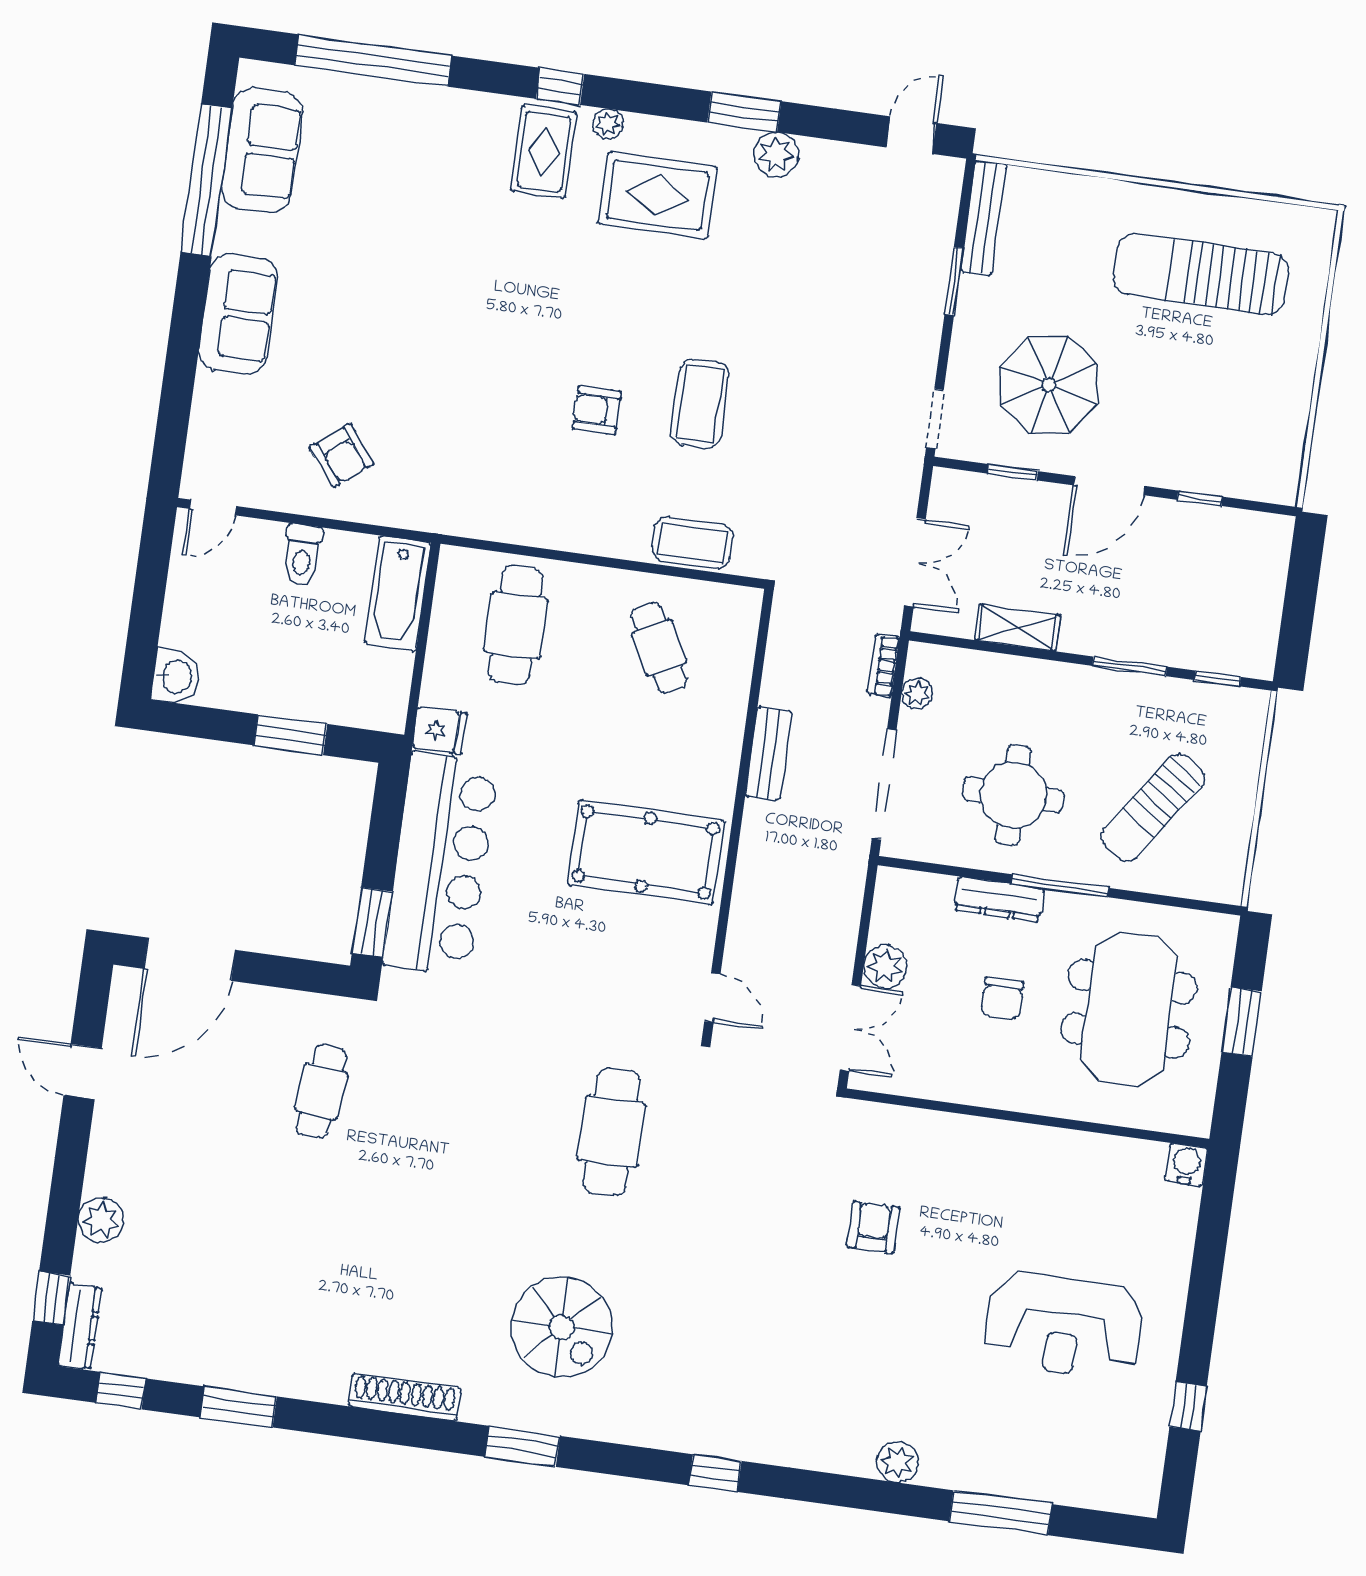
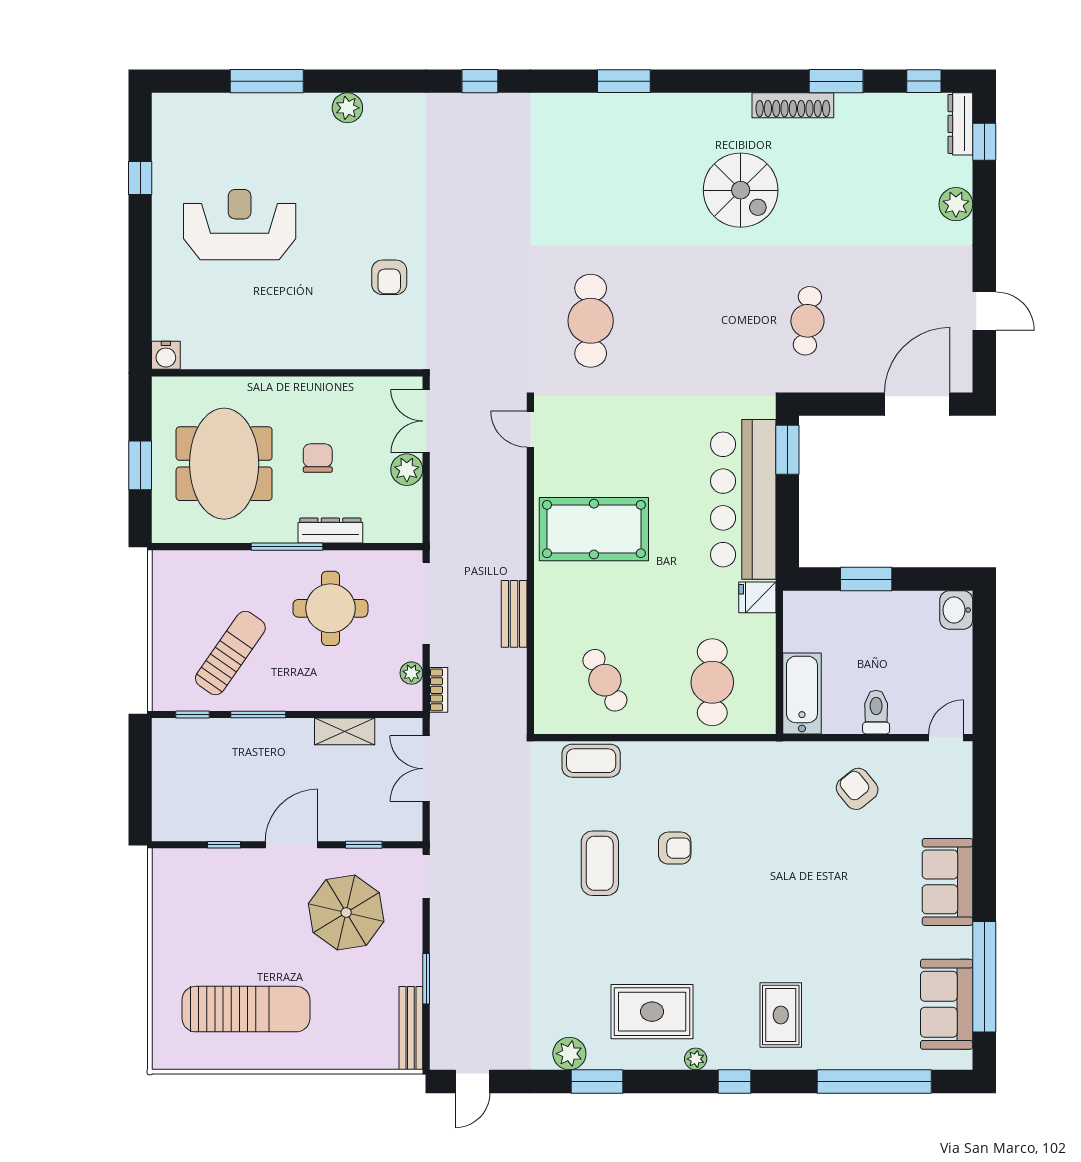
rug: (544, 152) -> (781, 1015), moved
sun lounger: (1153, 808) -> (230, 653), moved
spiral stairs: (562, 1327) -> (741, 190), moved, turned 180
shoe rack: (405, 1397) -> (793, 105), moved

